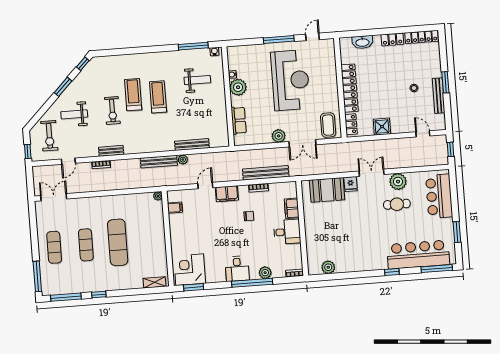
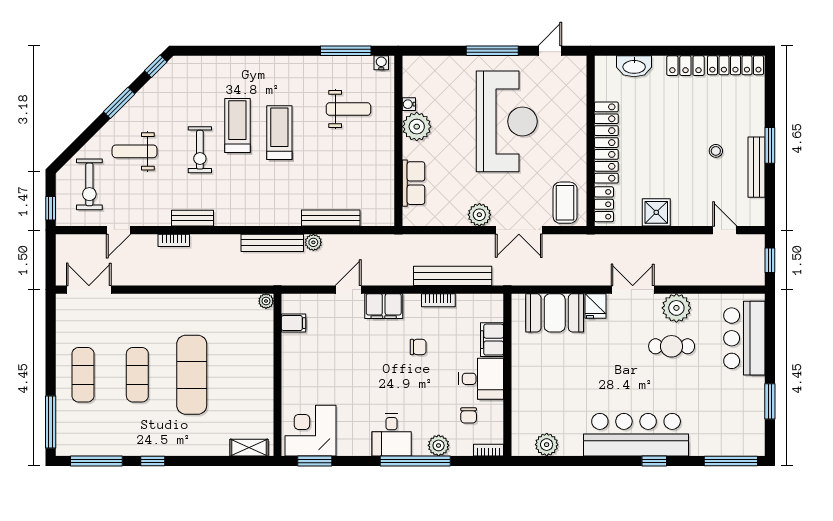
chair: (281, 254) -> (469, 415), added
bar counter: (418, 255) -> (636, 435), moved

